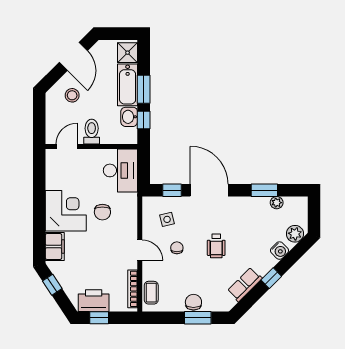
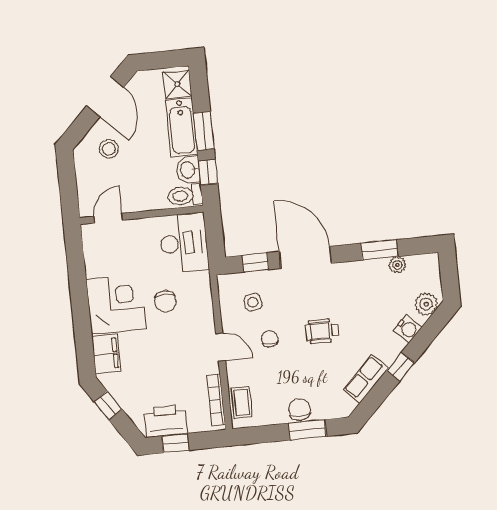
toilet: (92, 132) -> (185, 196), moved, turned -90
wheelchair: (216, 246) -> (322, 331), turned 90

